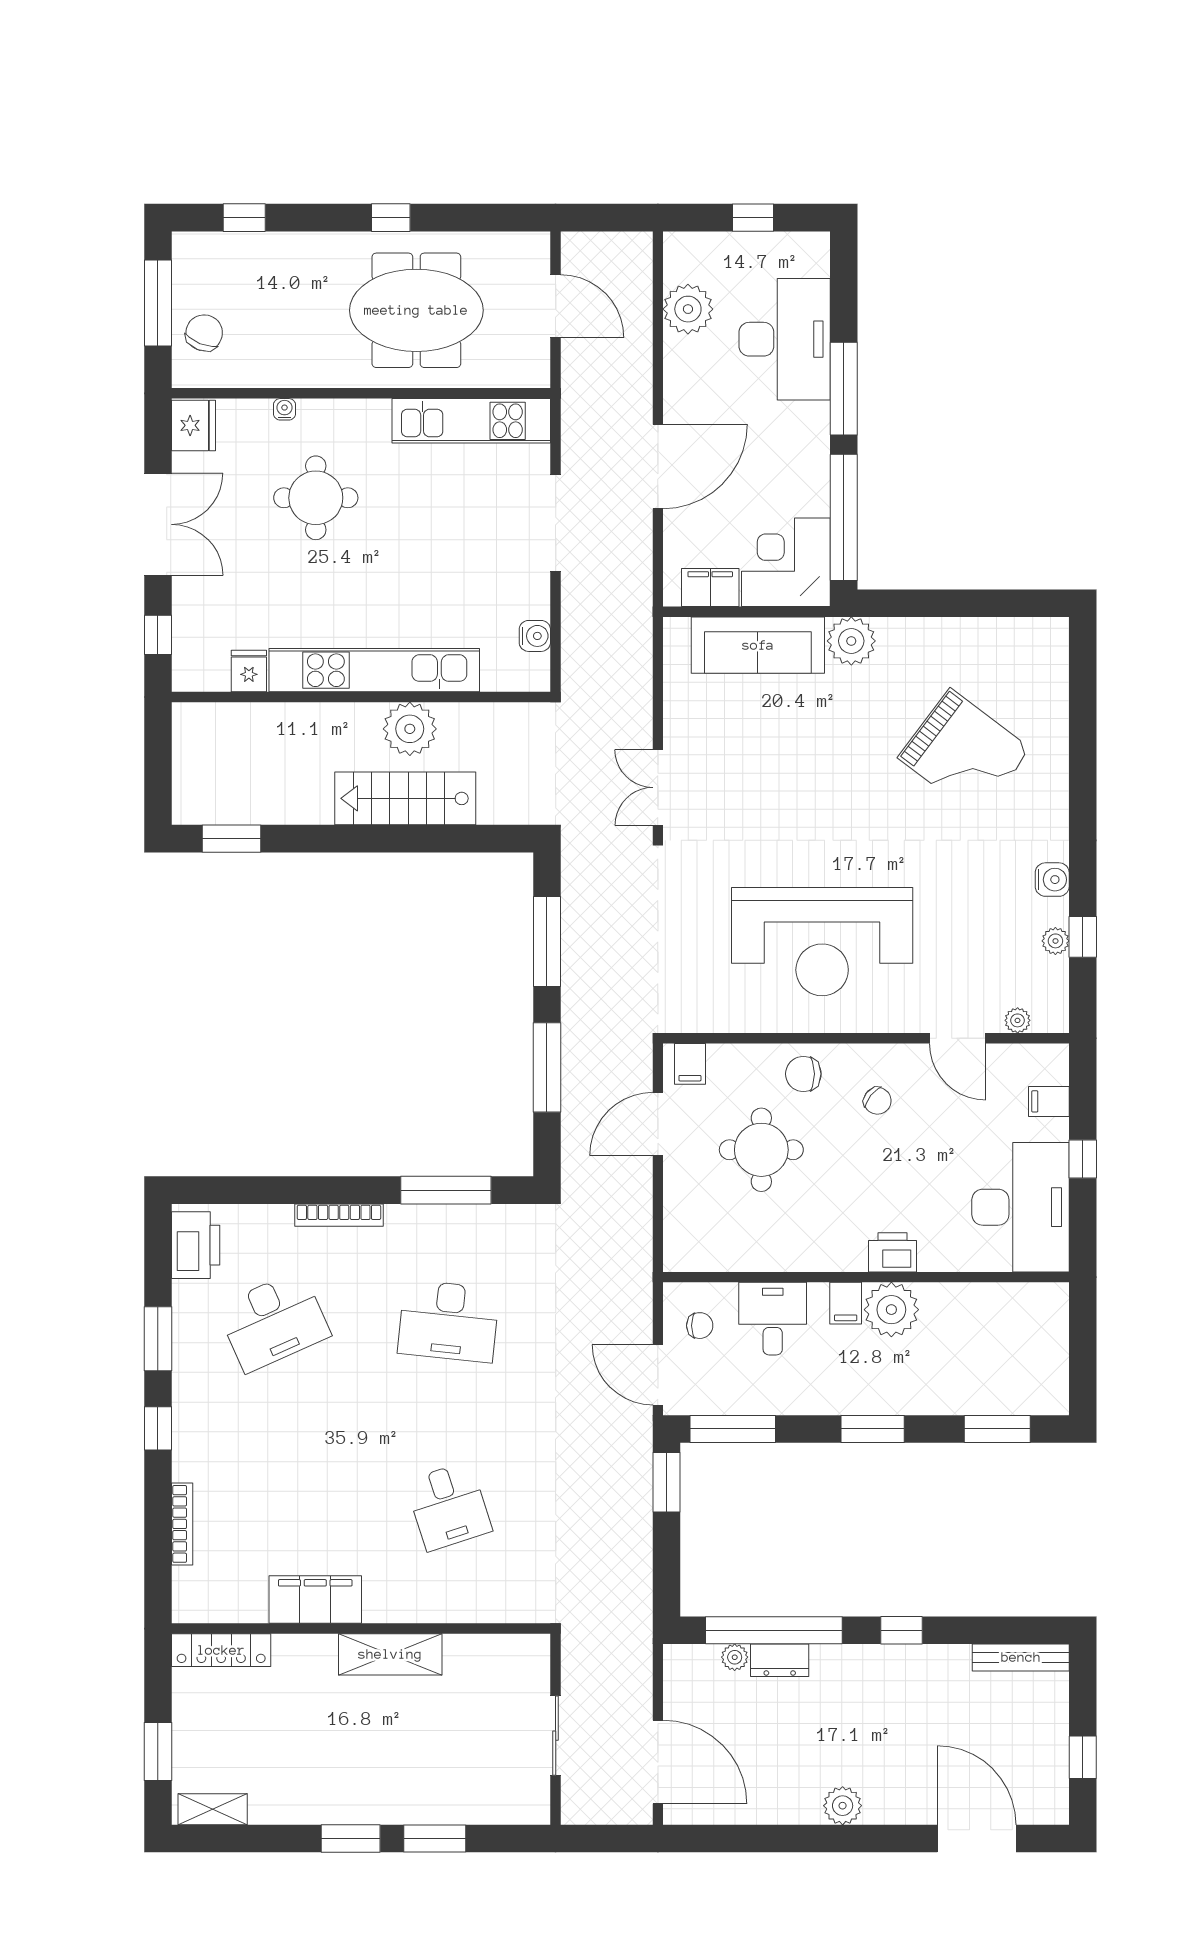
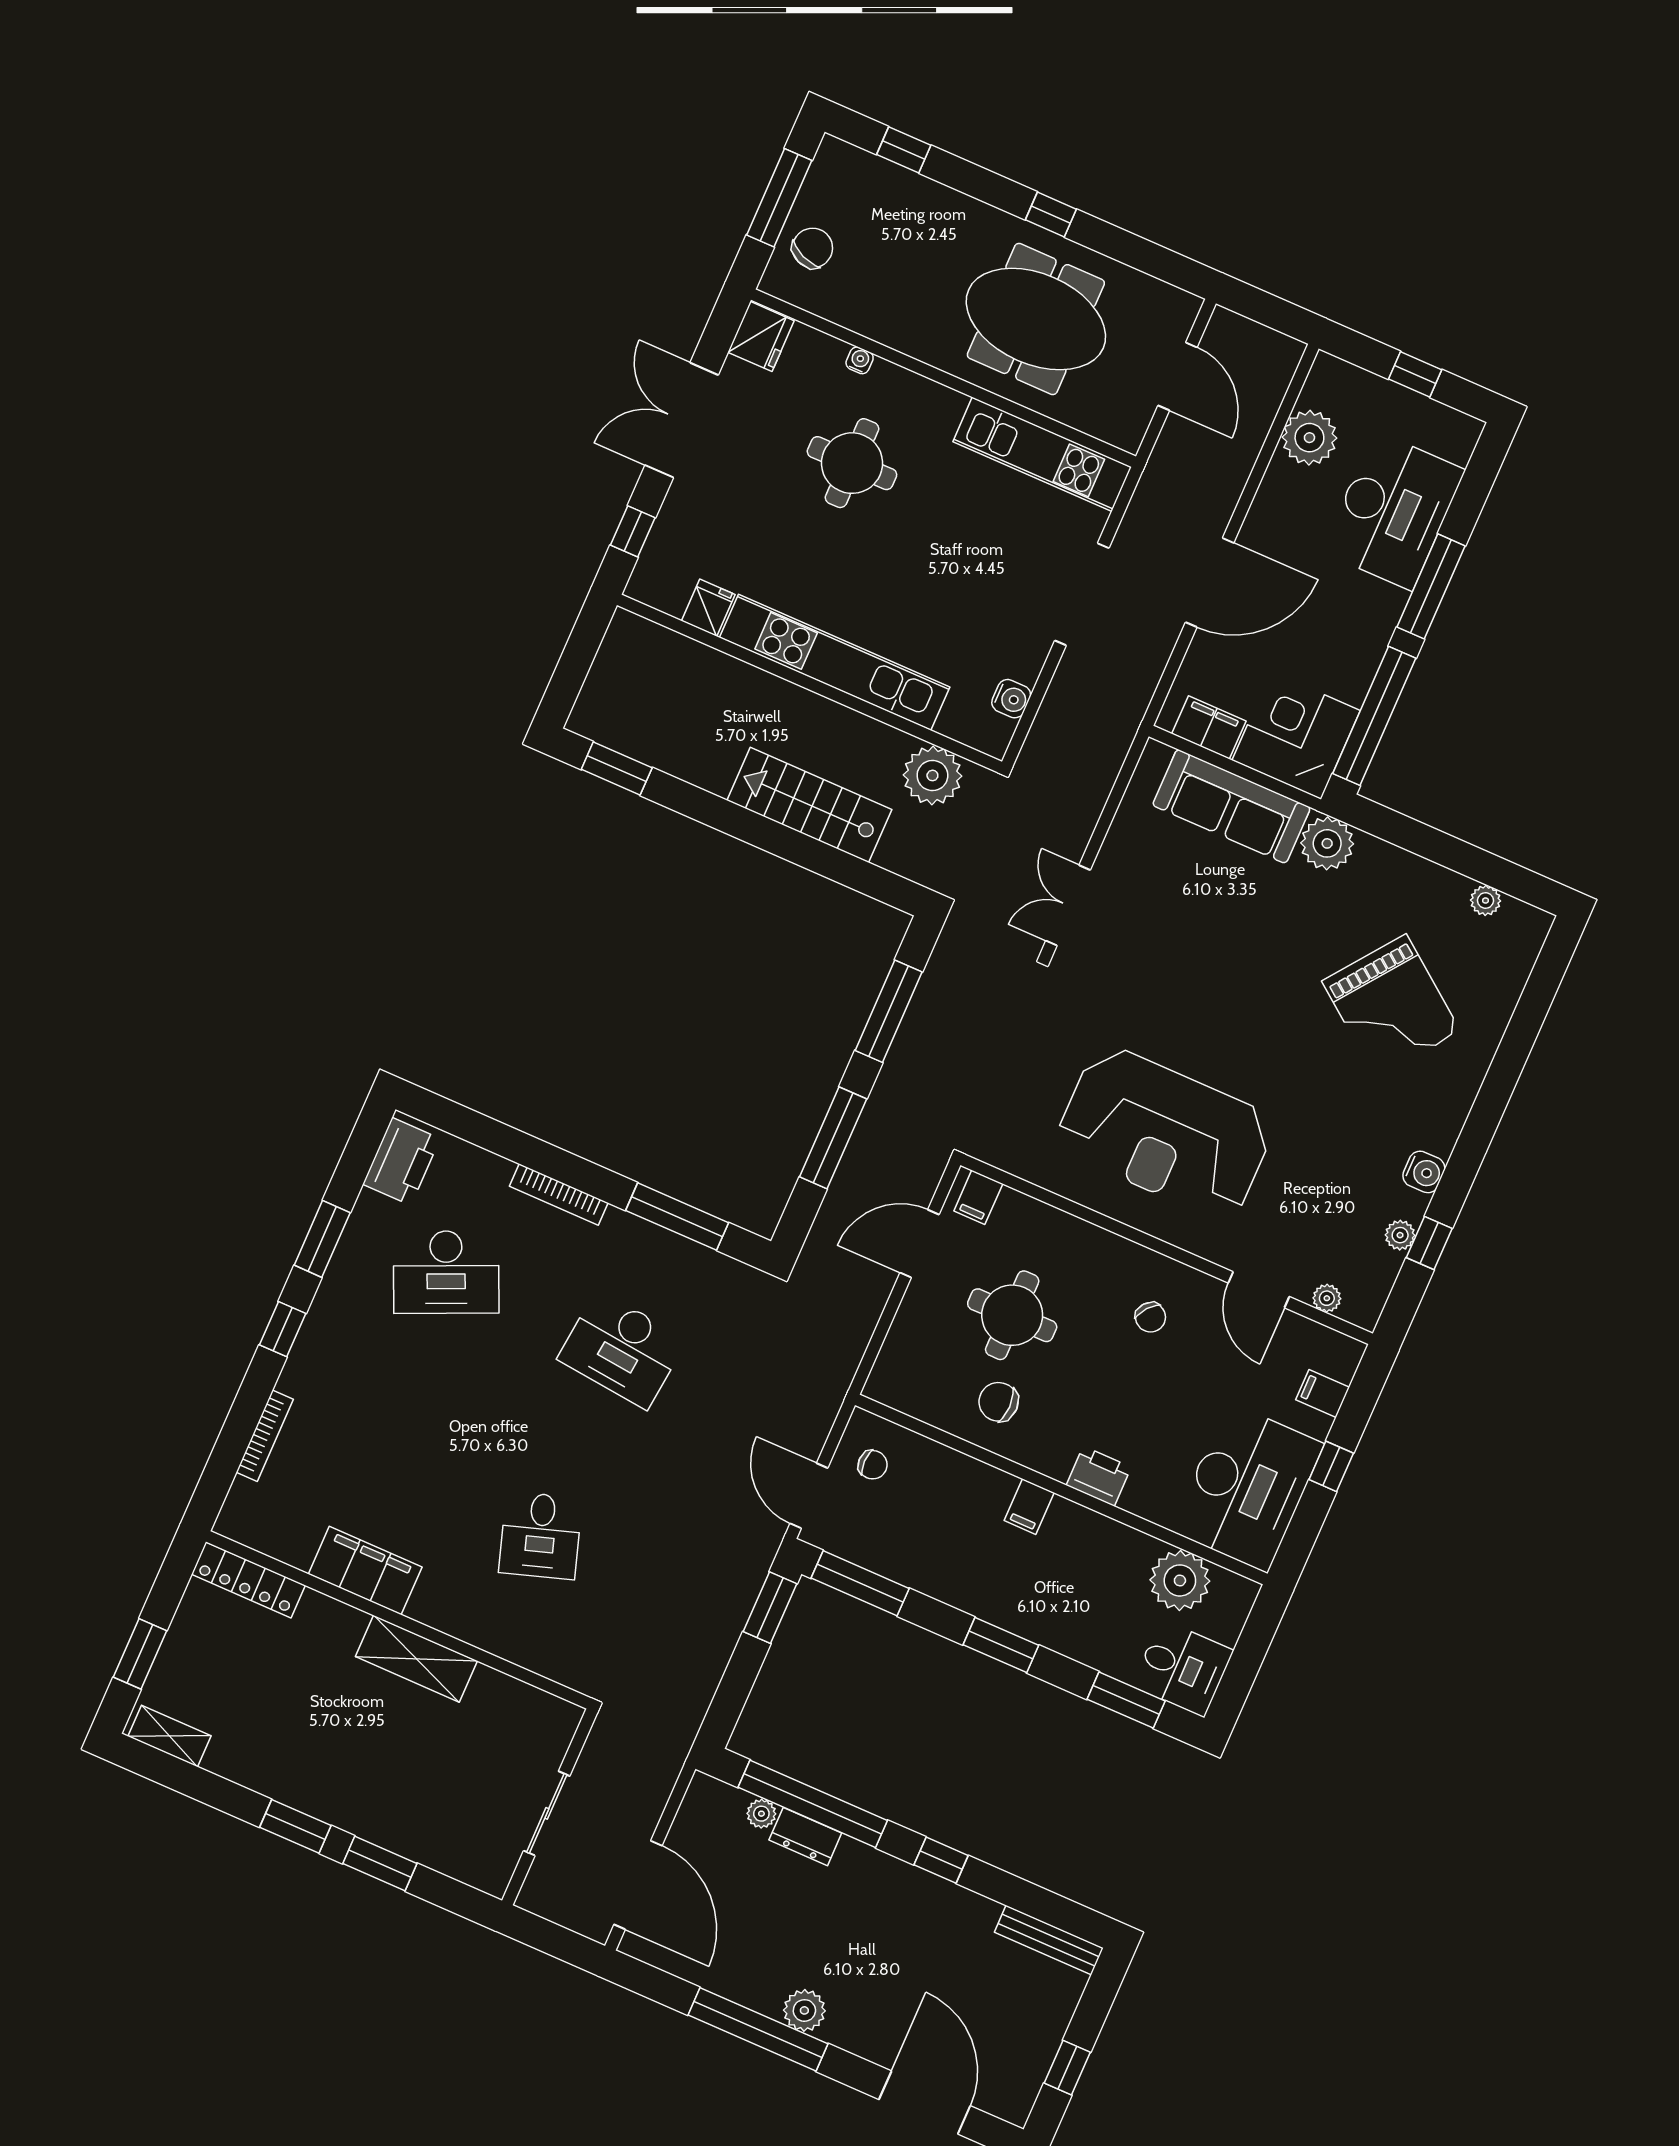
double door: (158, 524) -> (682, 420), swing flipped
plant: (1004, 631) -> (1486, 900), added
plant: (410, 729) -> (932, 775), moved
chair: (803, 1074) -> (999, 1402), moved
plant: (891, 1310) -> (1180, 1580), moved
desk: (773, 1319) -> (1183, 1668), moved, turned 90
window: (811, 1838) -> (758, 2029), added

